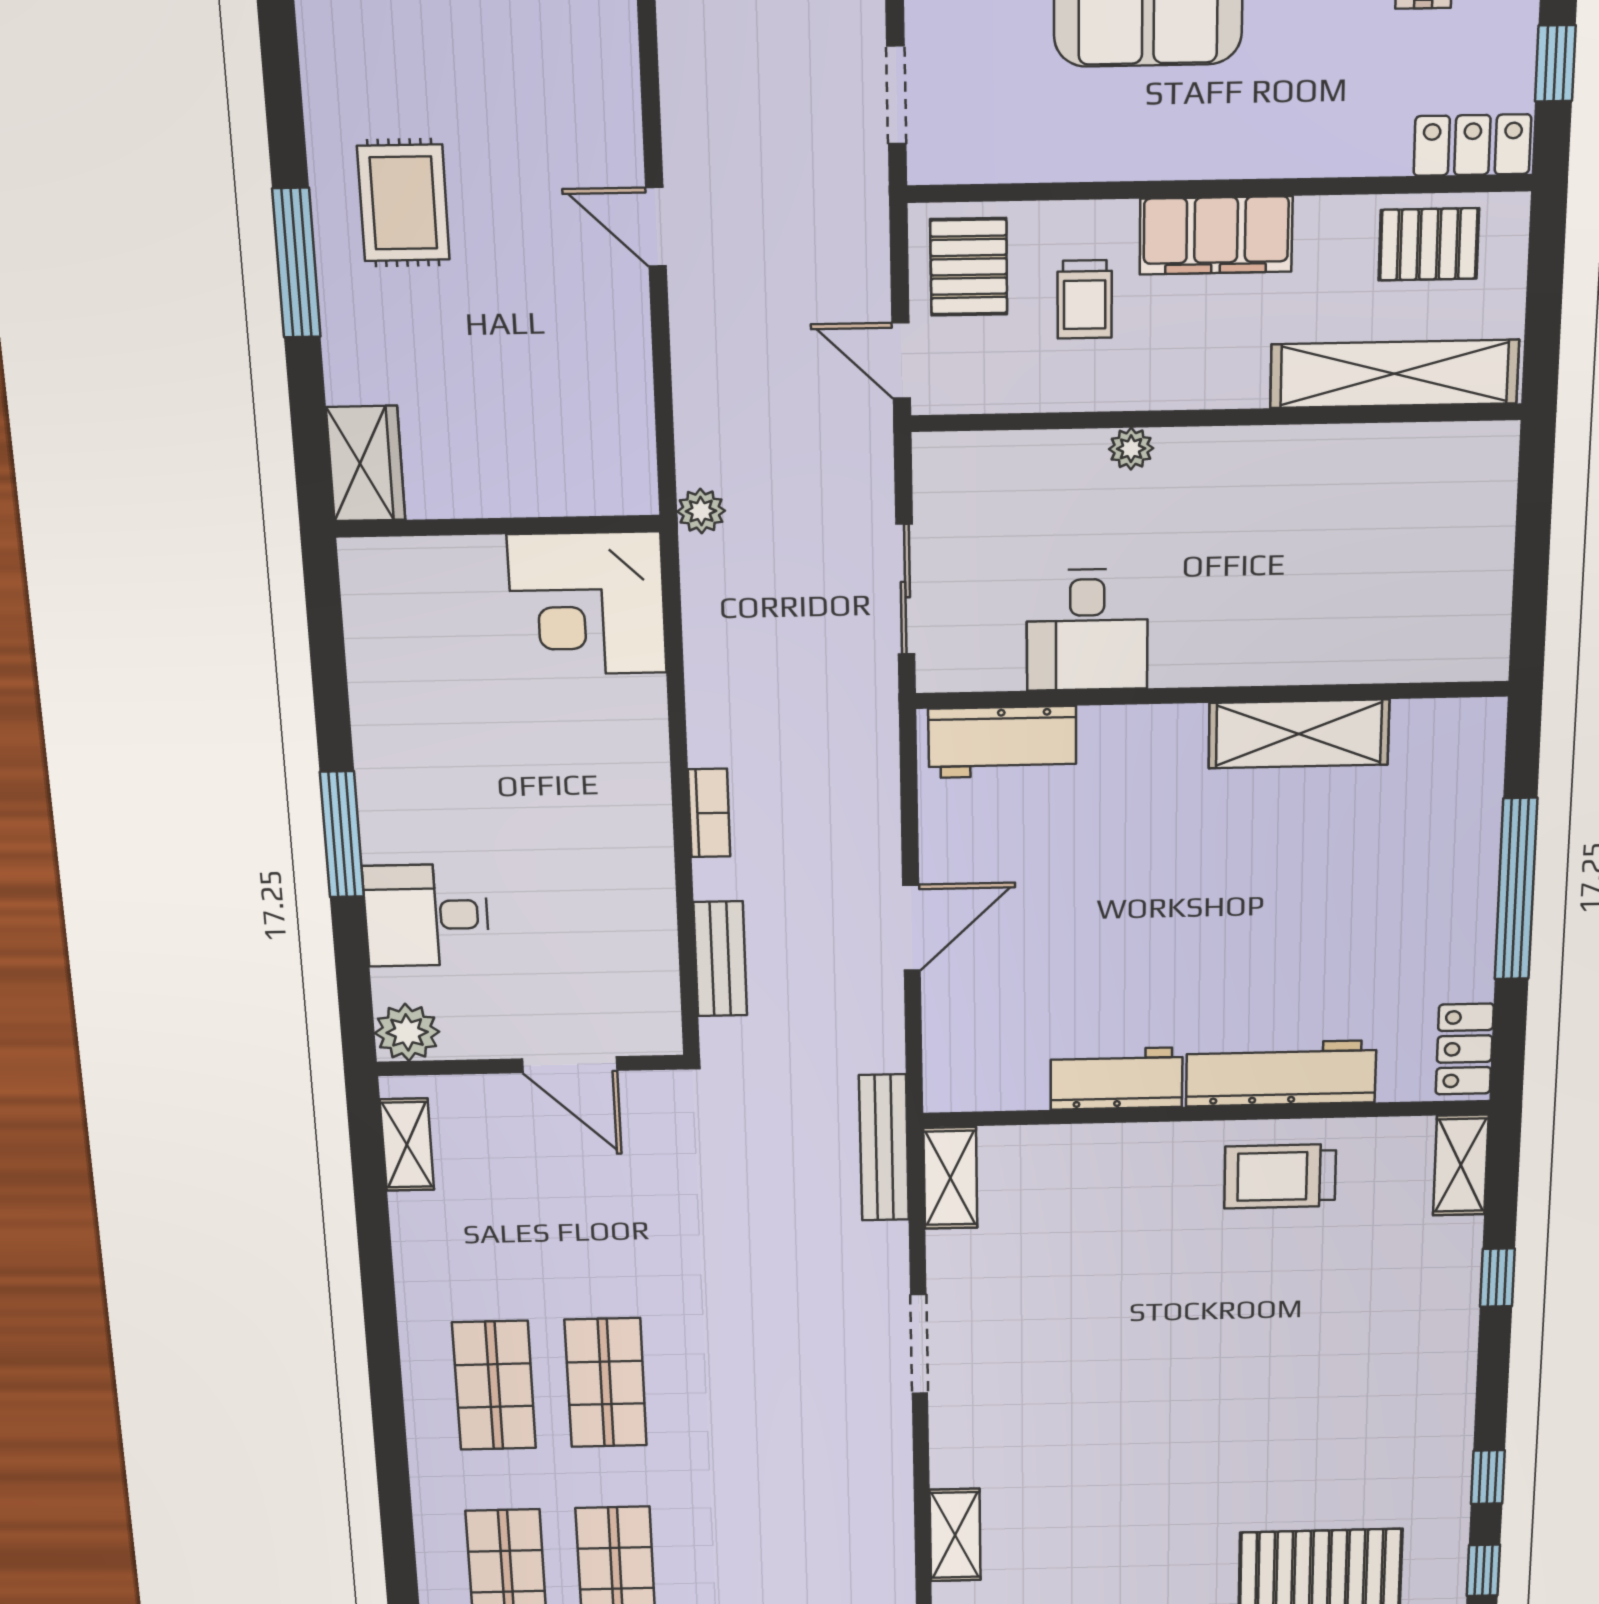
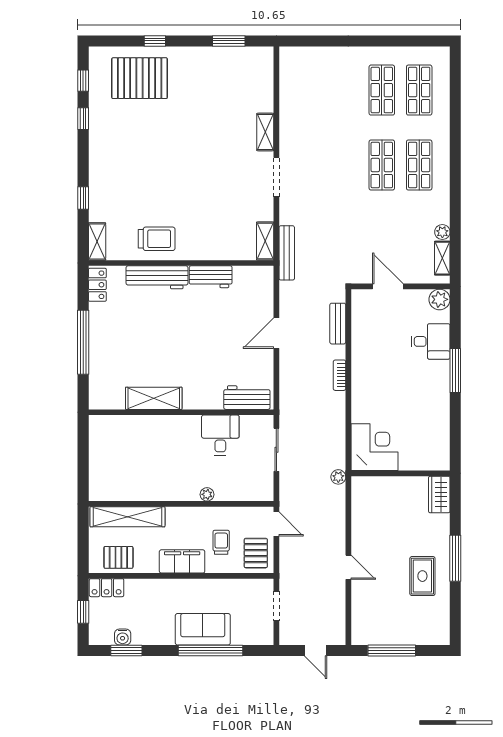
plant: (412, 1214) -> (442, 232), added
shelving: (955, 1535) -> (265, 132), moved

